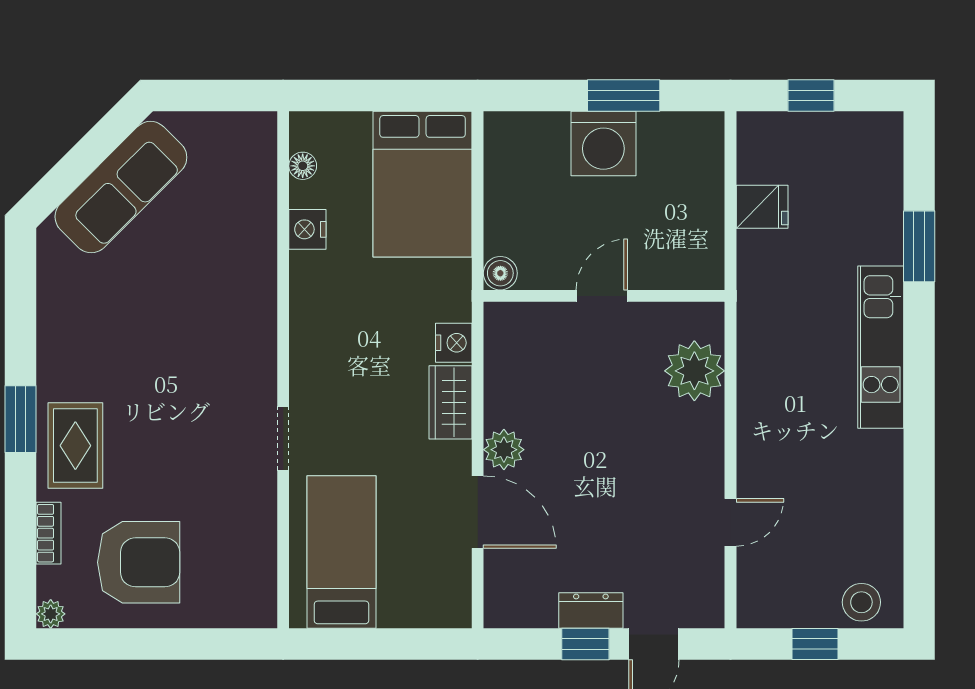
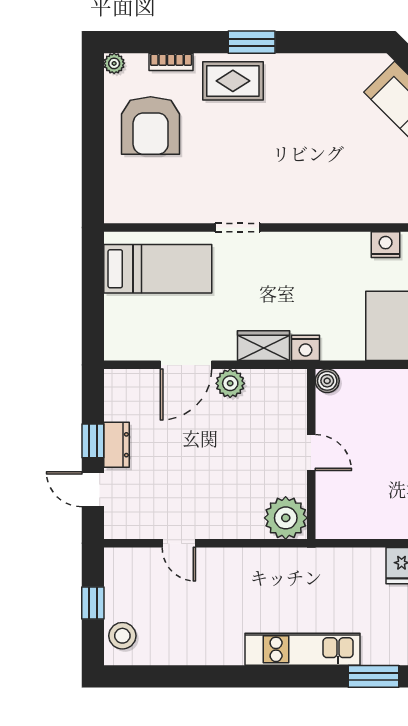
boiler: (500, 273) -> (327, 381), moved
door: (602, 296) -> (311, 453), moved
wall: (604, 296) -> (311, 454), moved

